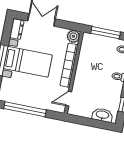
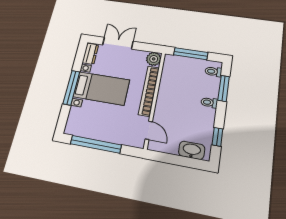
door: (69, 99) -> (149, 130), swing flipped

